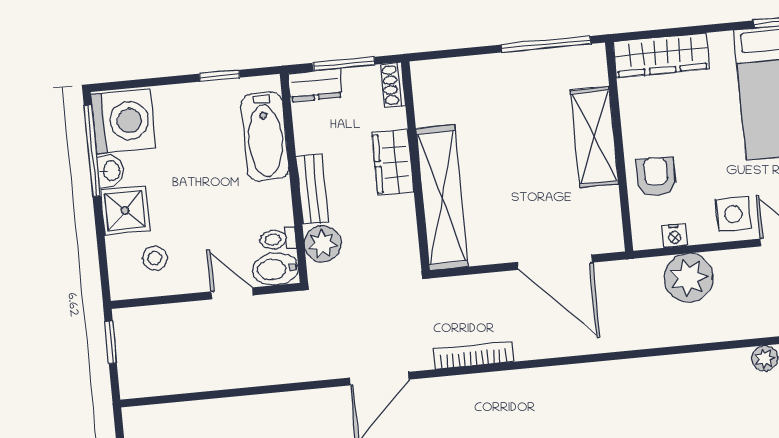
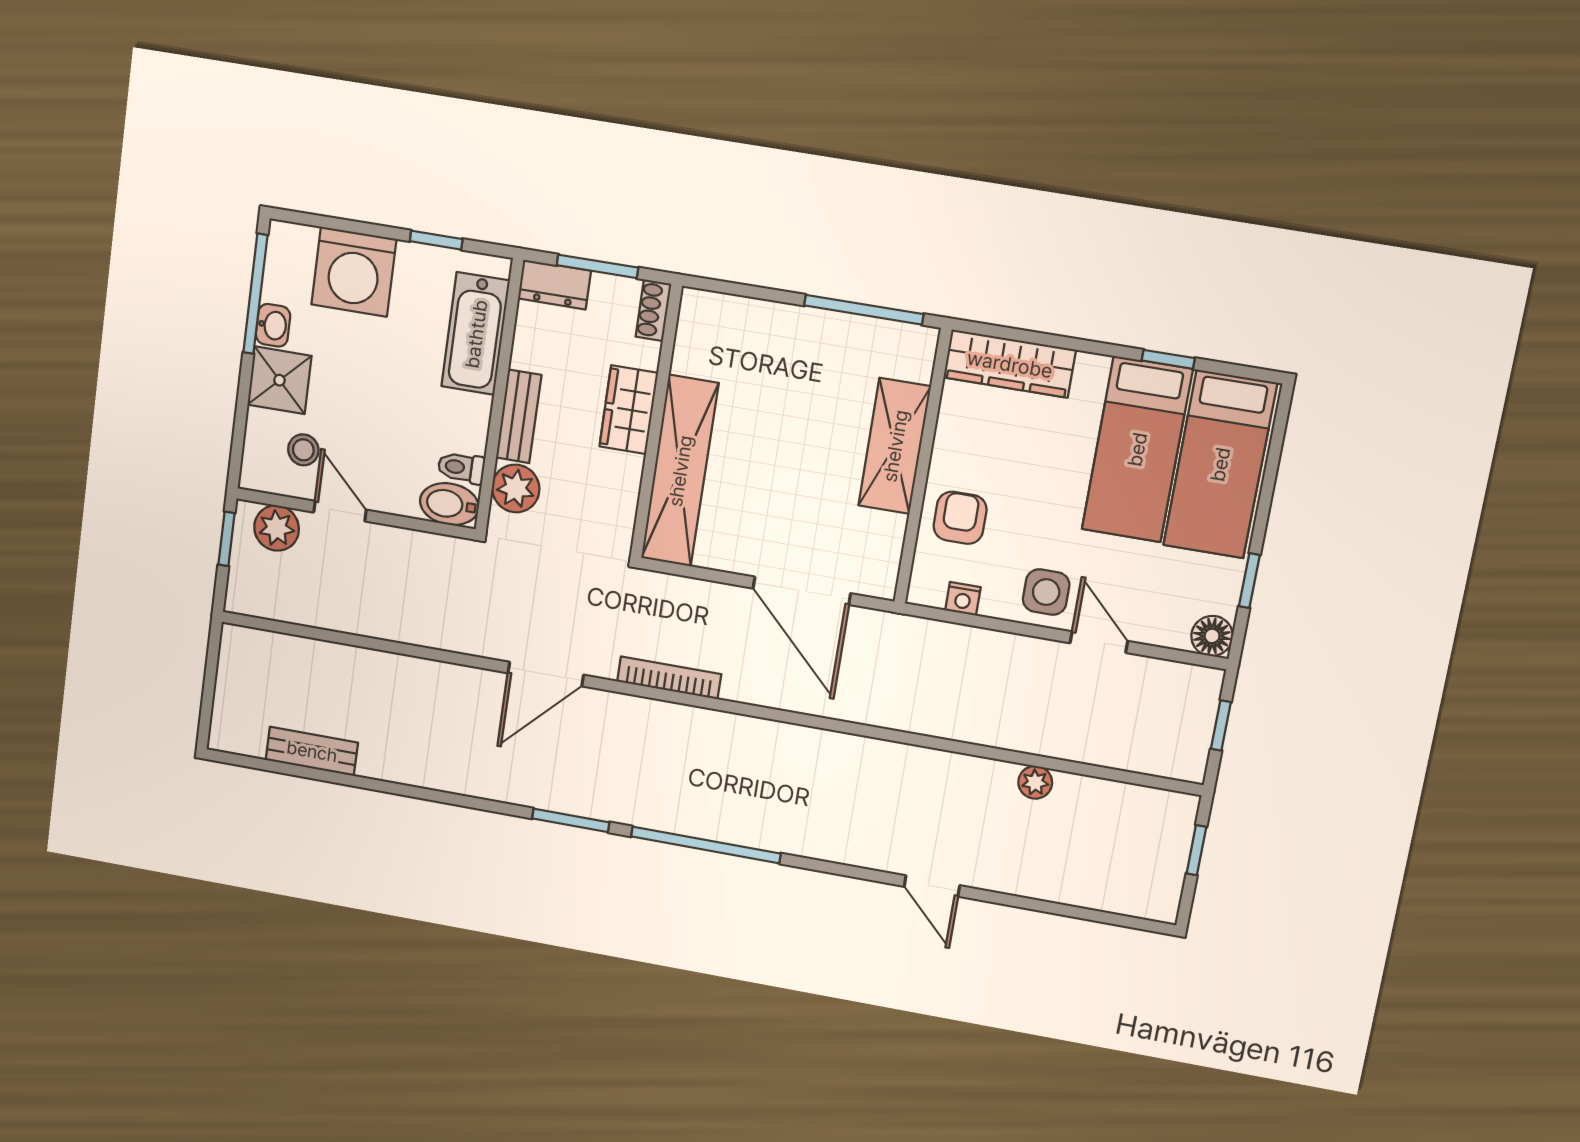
washing machine: (123, 121) -> (354, 272), moved, turned 90
plant: (689, 278) -> (277, 528), moved, width x0.73, depth x0.73
door: (232, 293) -> (340, 511), moved

